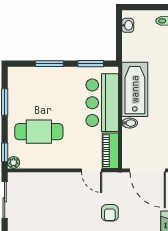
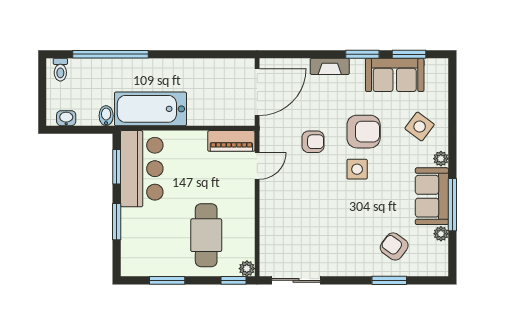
bar counter: (102, 103) -> (142, 169), moved, turned -90
bidet: (130, 123) -> (106, 116), moved

